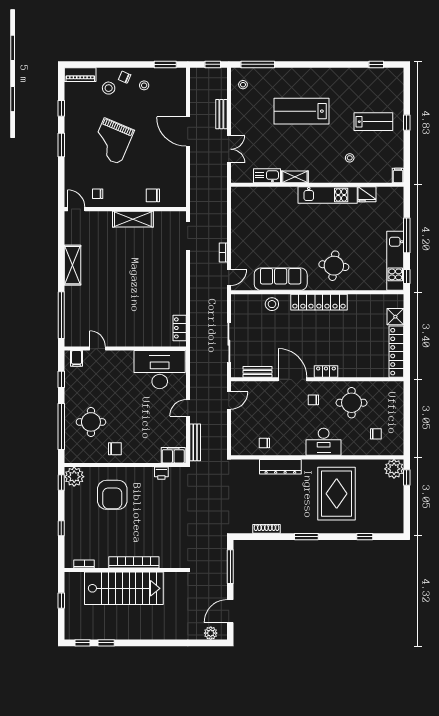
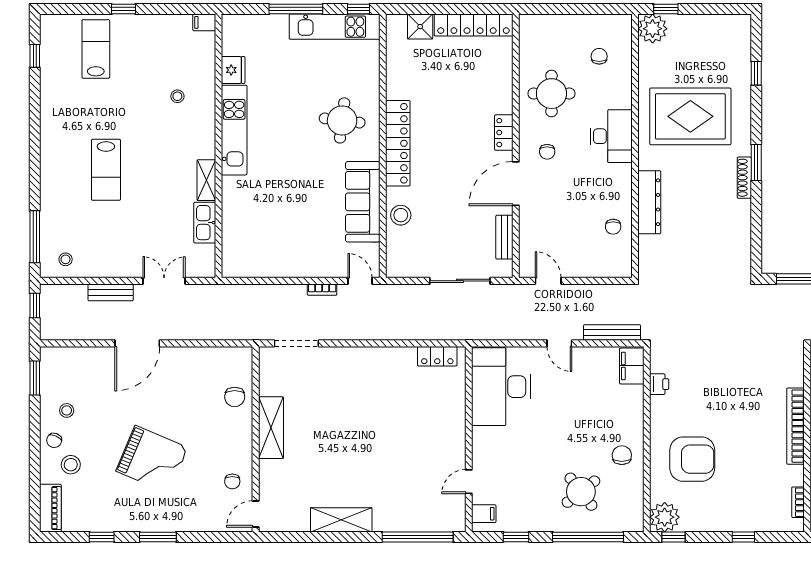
lab bench: (302, 111) -> (106, 170), width x0.73, depth x0.72
lab bench: (373, 122) -> (96, 49), moved
round table: (91, 422) -> (581, 492), turned -38
shoe rack: (267, 529) -> (744, 178), moved

